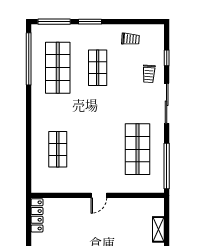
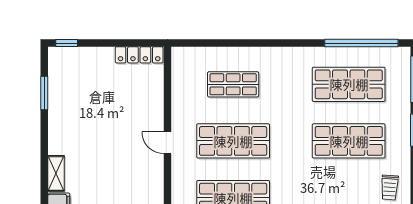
shop shelf: (98, 68) -> (349, 141), width x1.43, depth x1.36
shop shelf: (98, 149) -> (233, 141), added

